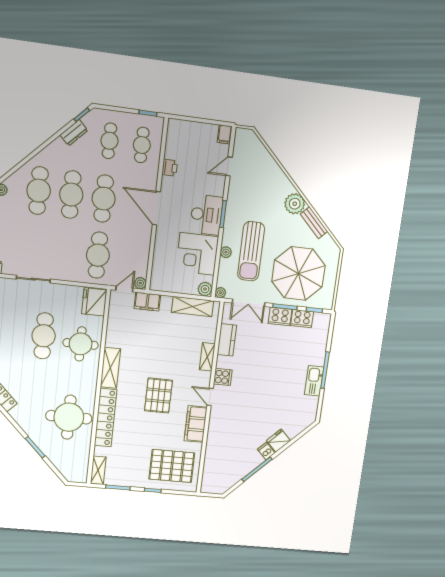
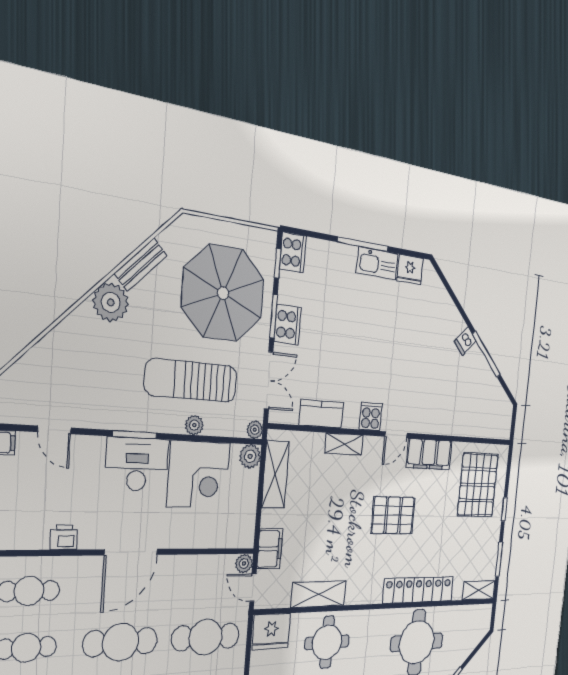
sun lounger: (251, 251) -> (191, 381), turned 180
cooker: (302, 319) -> (293, 253), moved
shelving: (110, 368) -> (319, 594), moved
fridge: (278, 441) -> (410, 270), moved, turned -45

